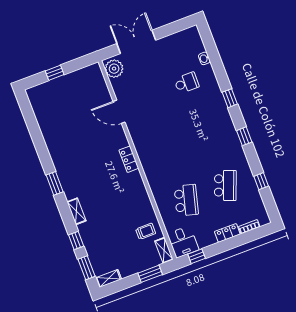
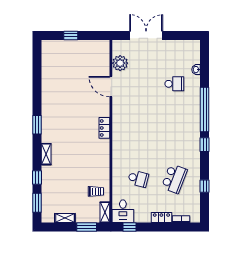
plant: (114, 69) -> (120, 63), moved
window: (230, 98) -> (205, 110), width x3.17
school desk: (186, 200) -> (138, 179), width x0.54
shelving: (108, 278) -> (65, 218), moved

